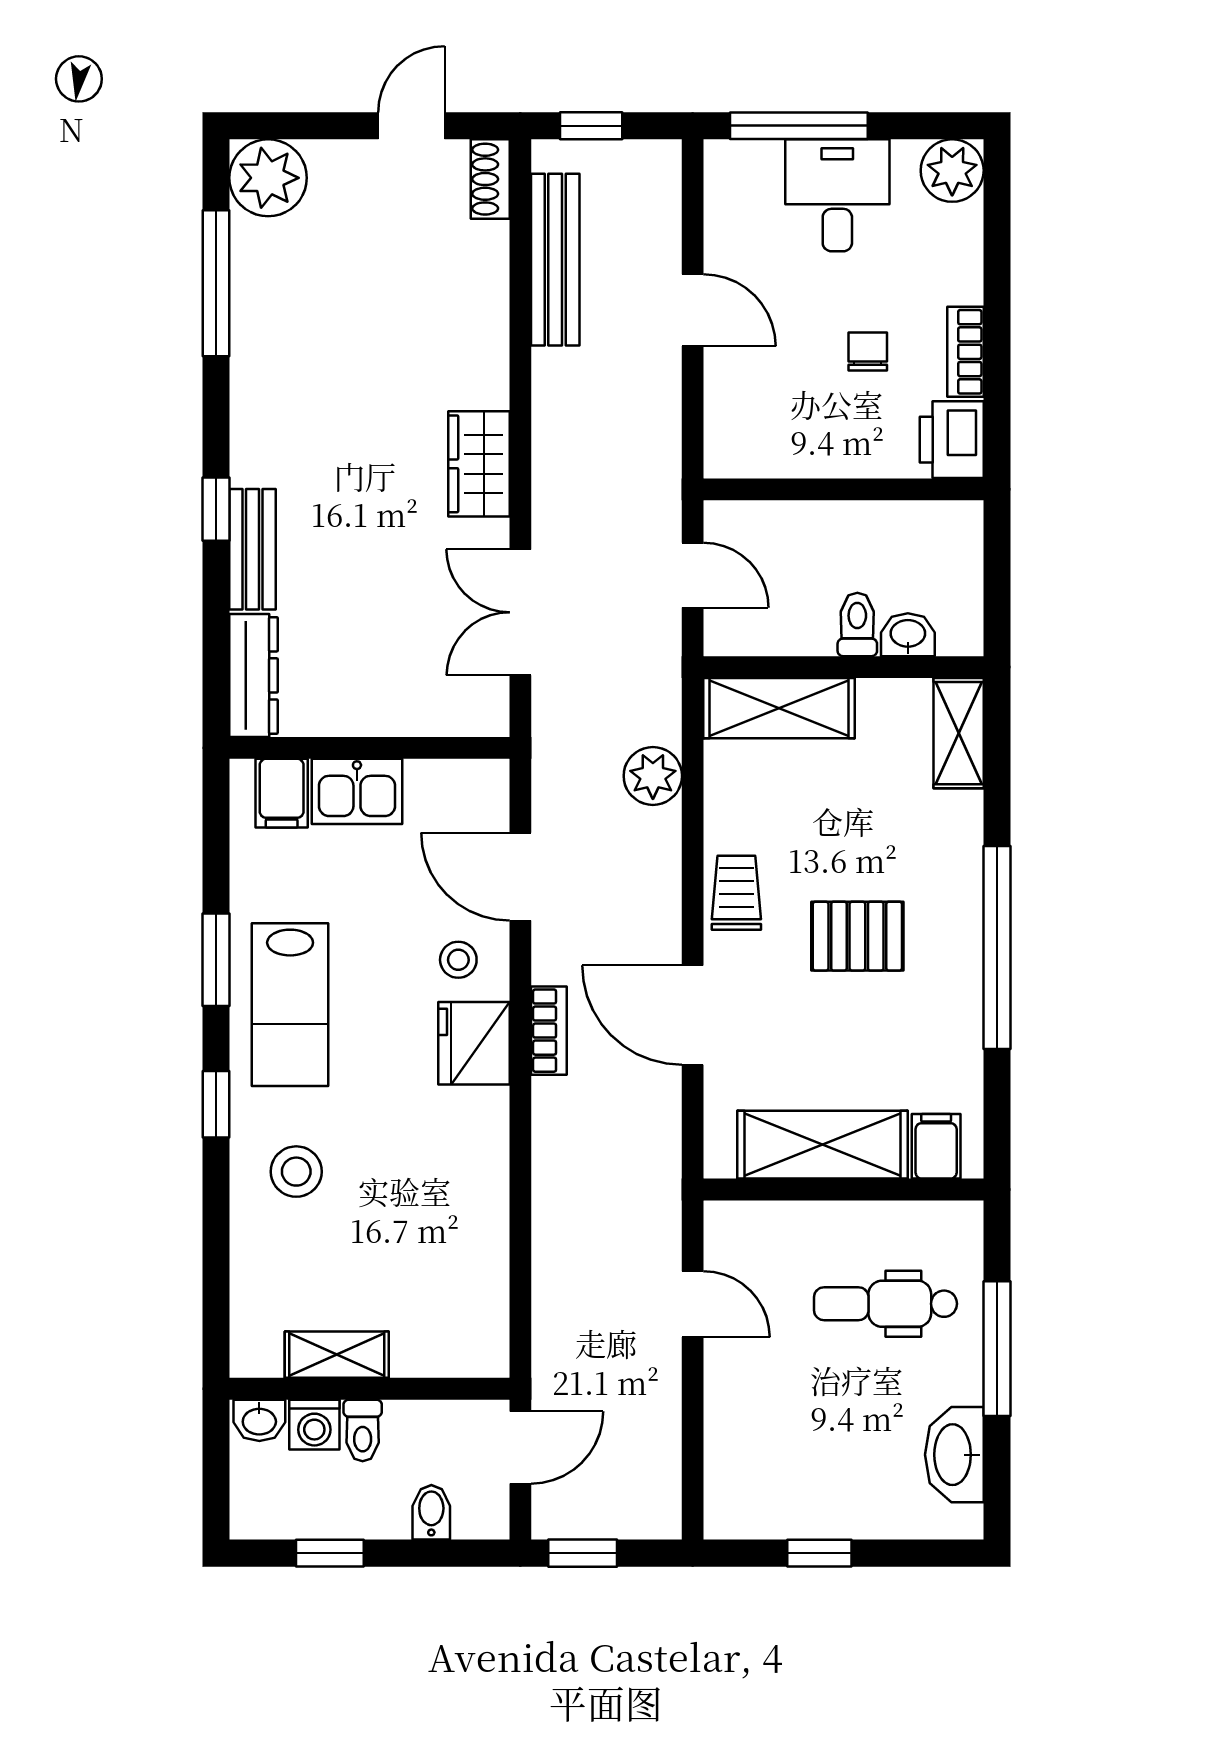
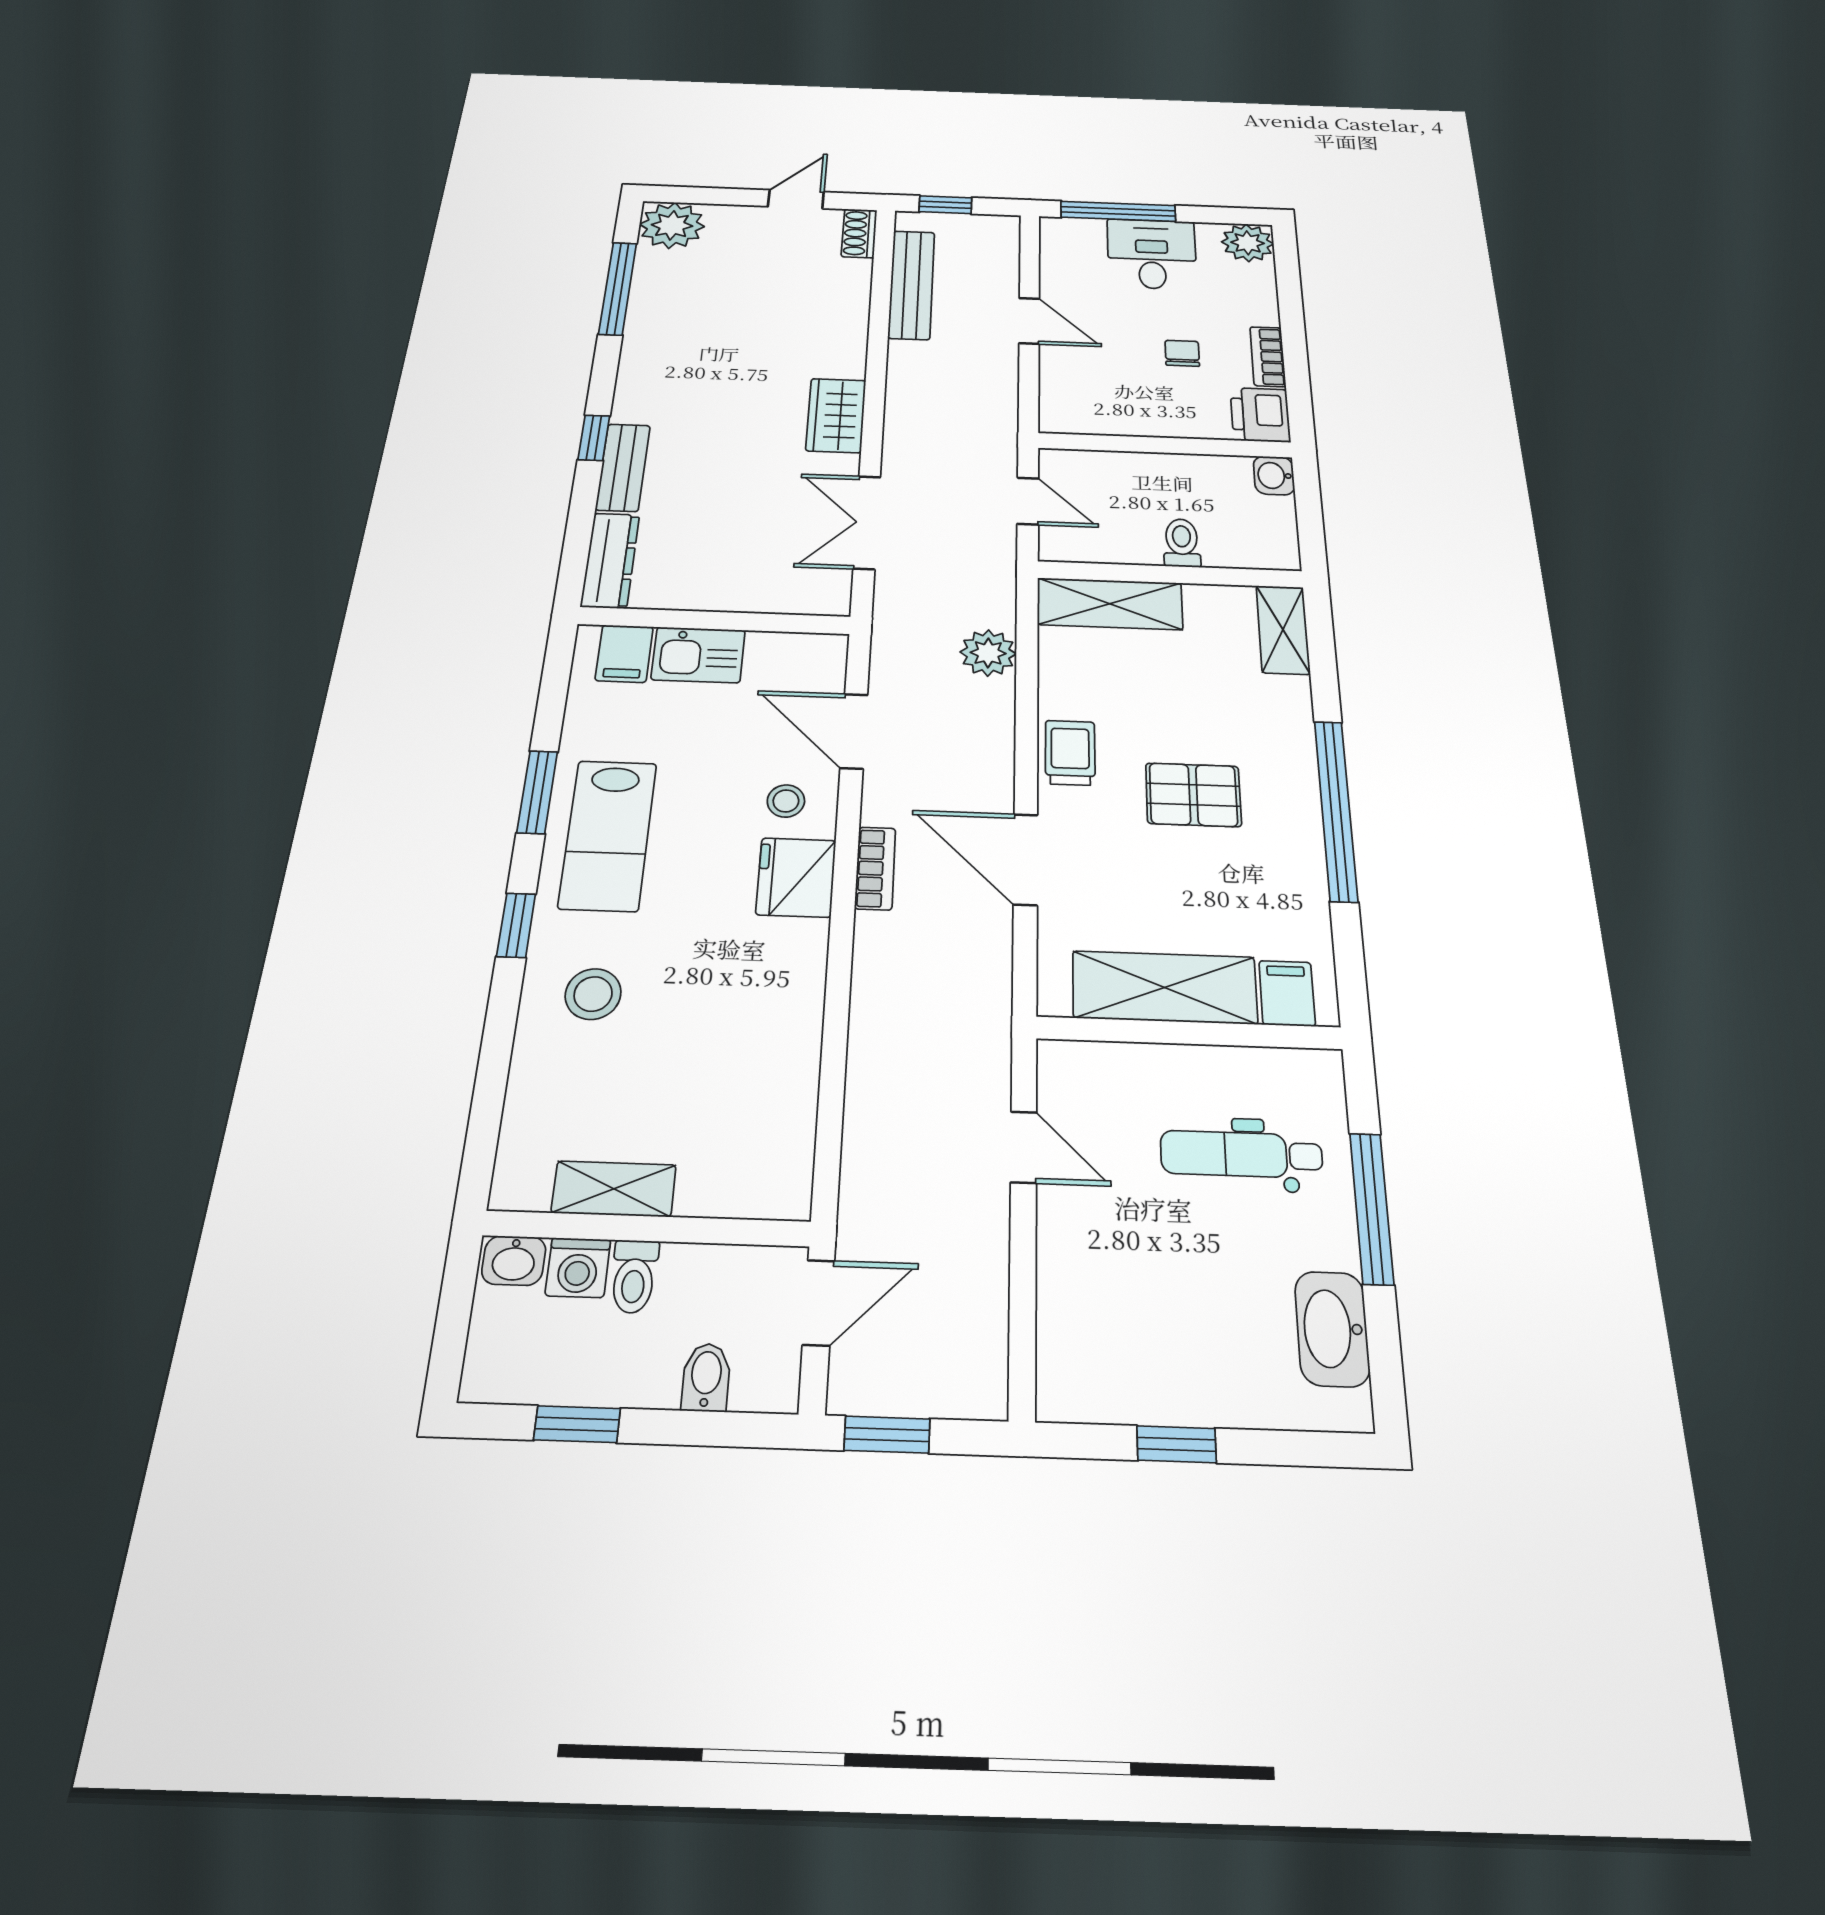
washbasin: (908, 635) -> (1274, 476), moved, turned -90

